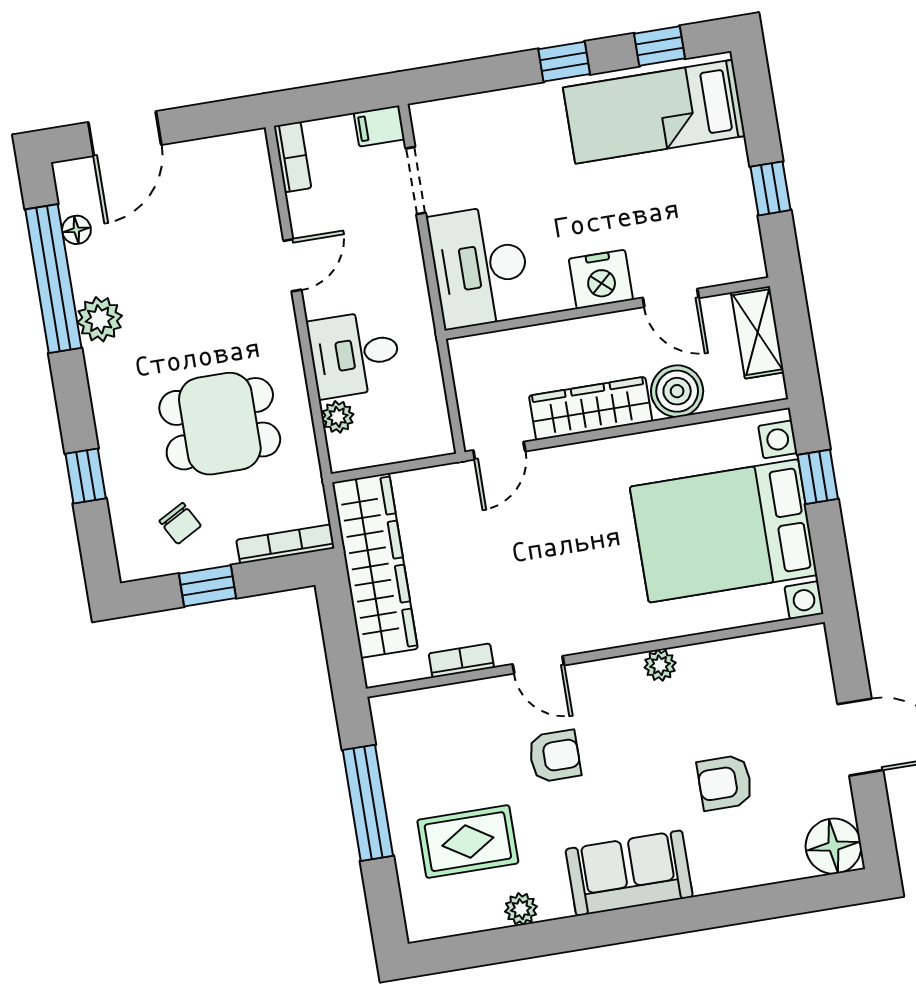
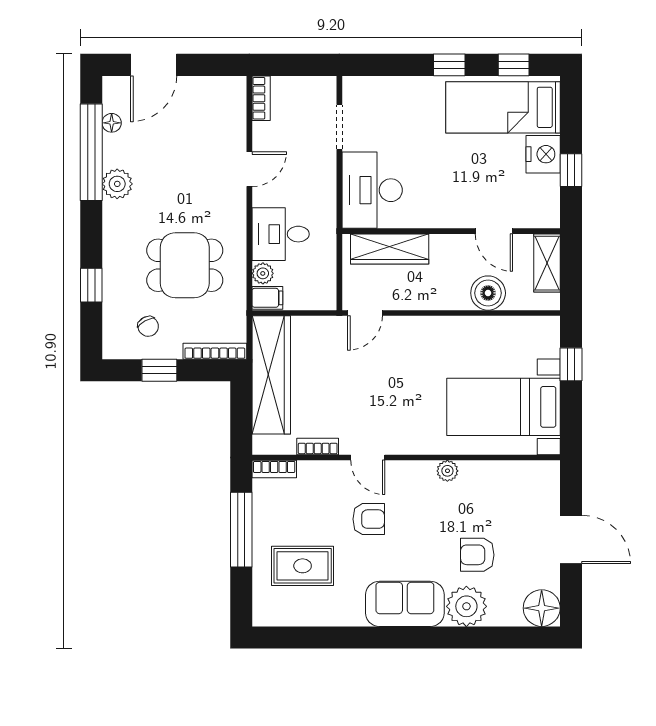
filing cabinet: (379, 126) -> (267, 298), moved, turned 180
nightstand: (601, 279) -> (543, 154), moved, turned -90
wardrobe: (591, 409) -> (390, 249), moved, turned 180
bed with nightstands: (723, 531) -> (503, 407), width x0.73
bookcase: (402, 705) -> (274, 469), added
plant: (521, 909) -> (466, 606), moved, width x1.88, depth x1.88

